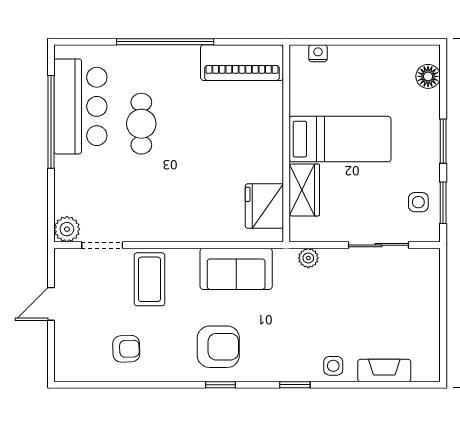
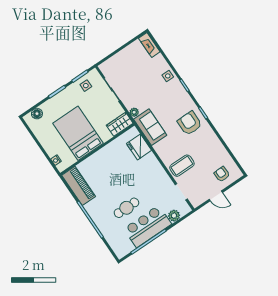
bar counter: (80, 106) -> (148, 226), moved
bed: (340, 139) -> (78, 133), width x1.50
wardrobe: (304, 190) -> (120, 124), moved
fridge: (264, 206) -> (139, 147), moved, turned 90
plant: (67, 229) -> (174, 216), moved
sofa: (236, 269) -> (150, 127), moved
armchair: (126, 349) -> (222, 174), moved
fireplace: (384, 371) -> (149, 45), moved

